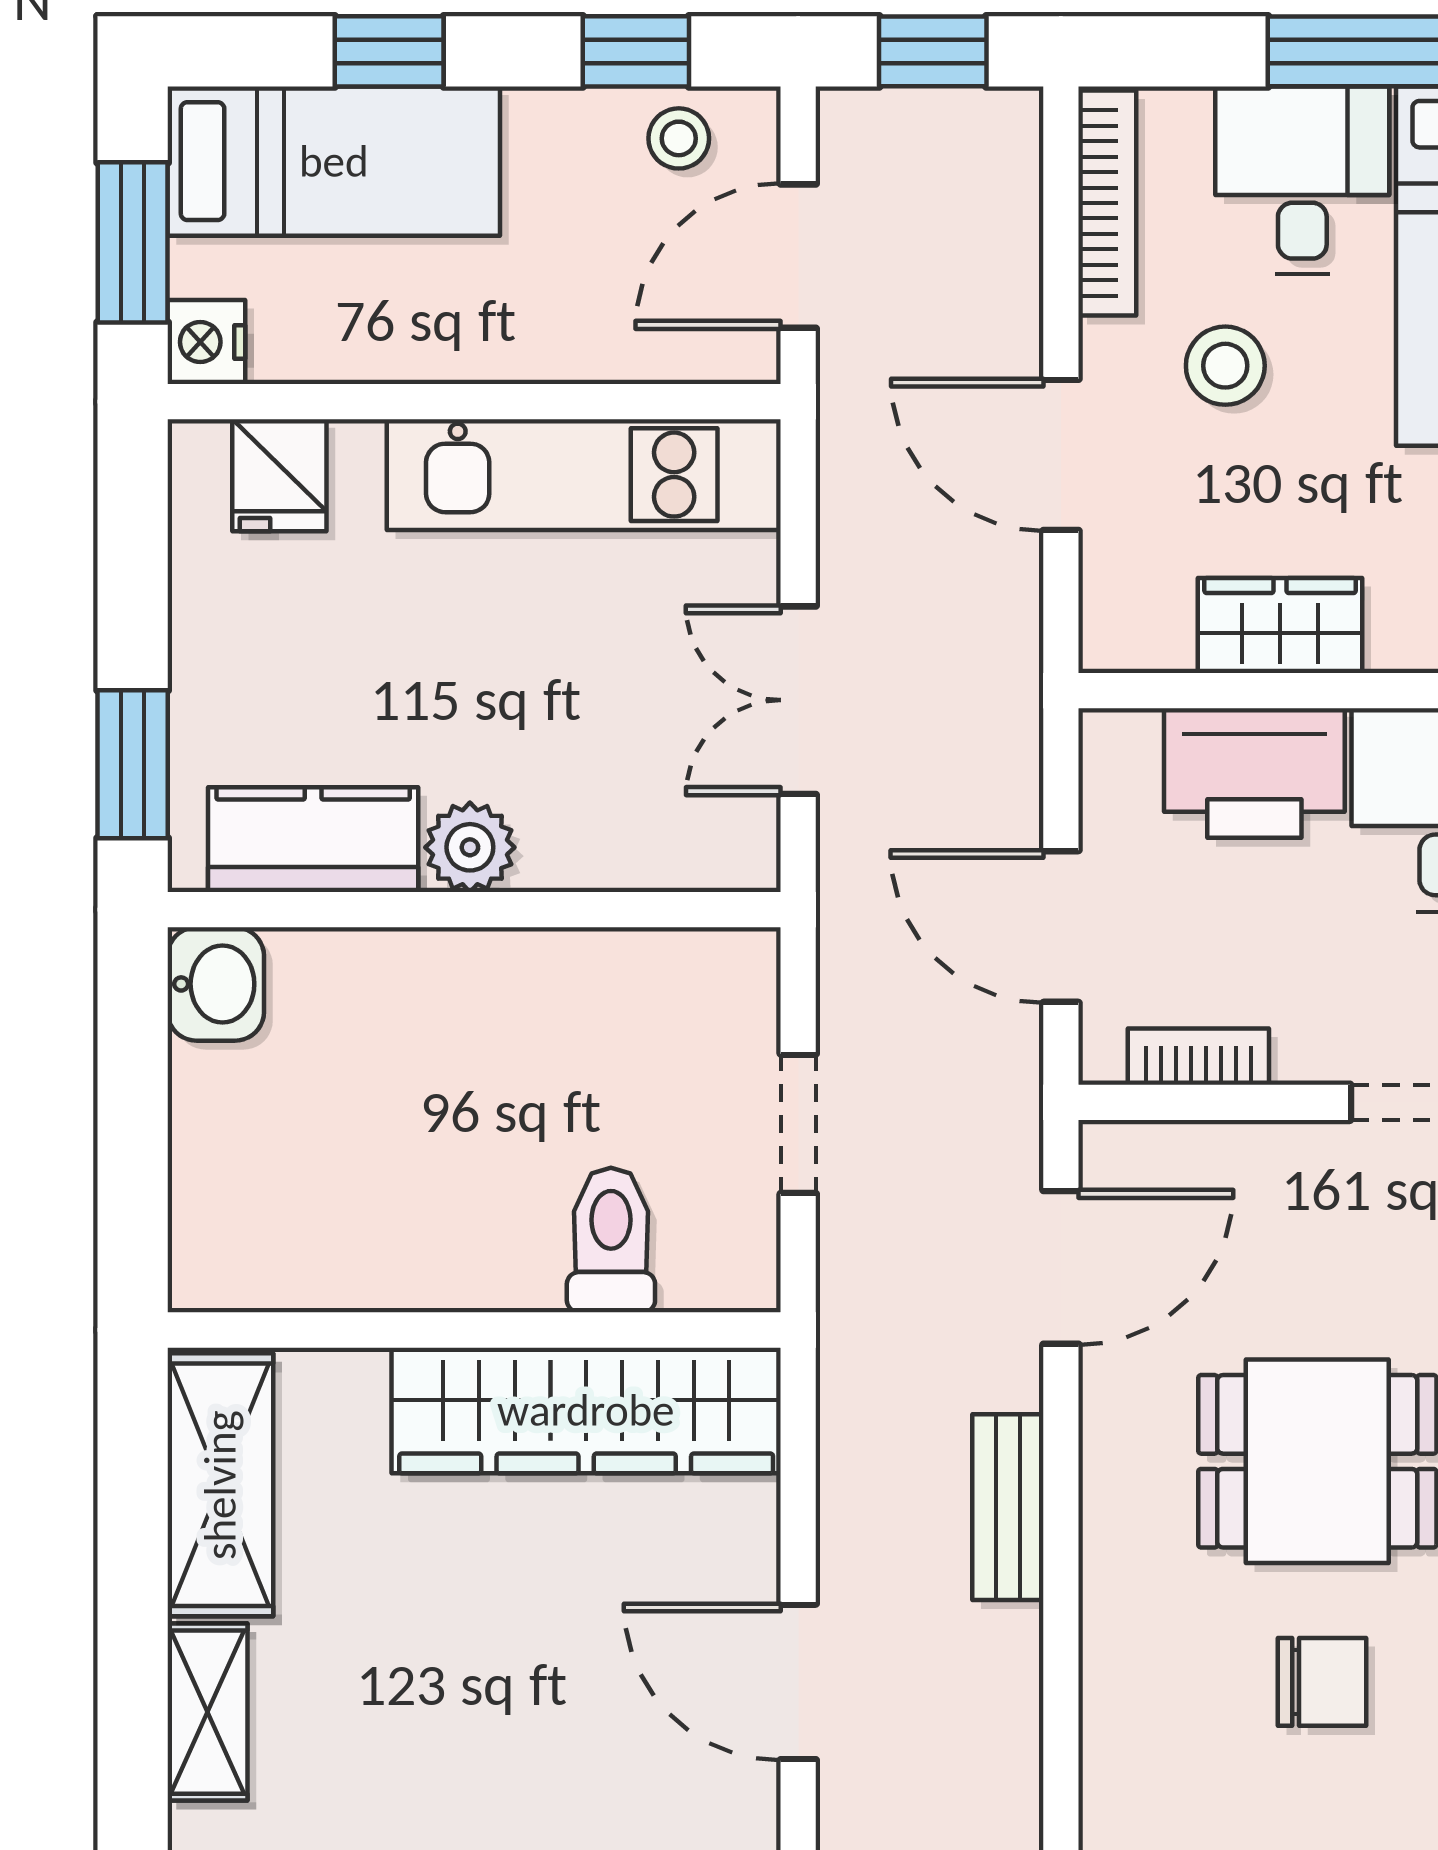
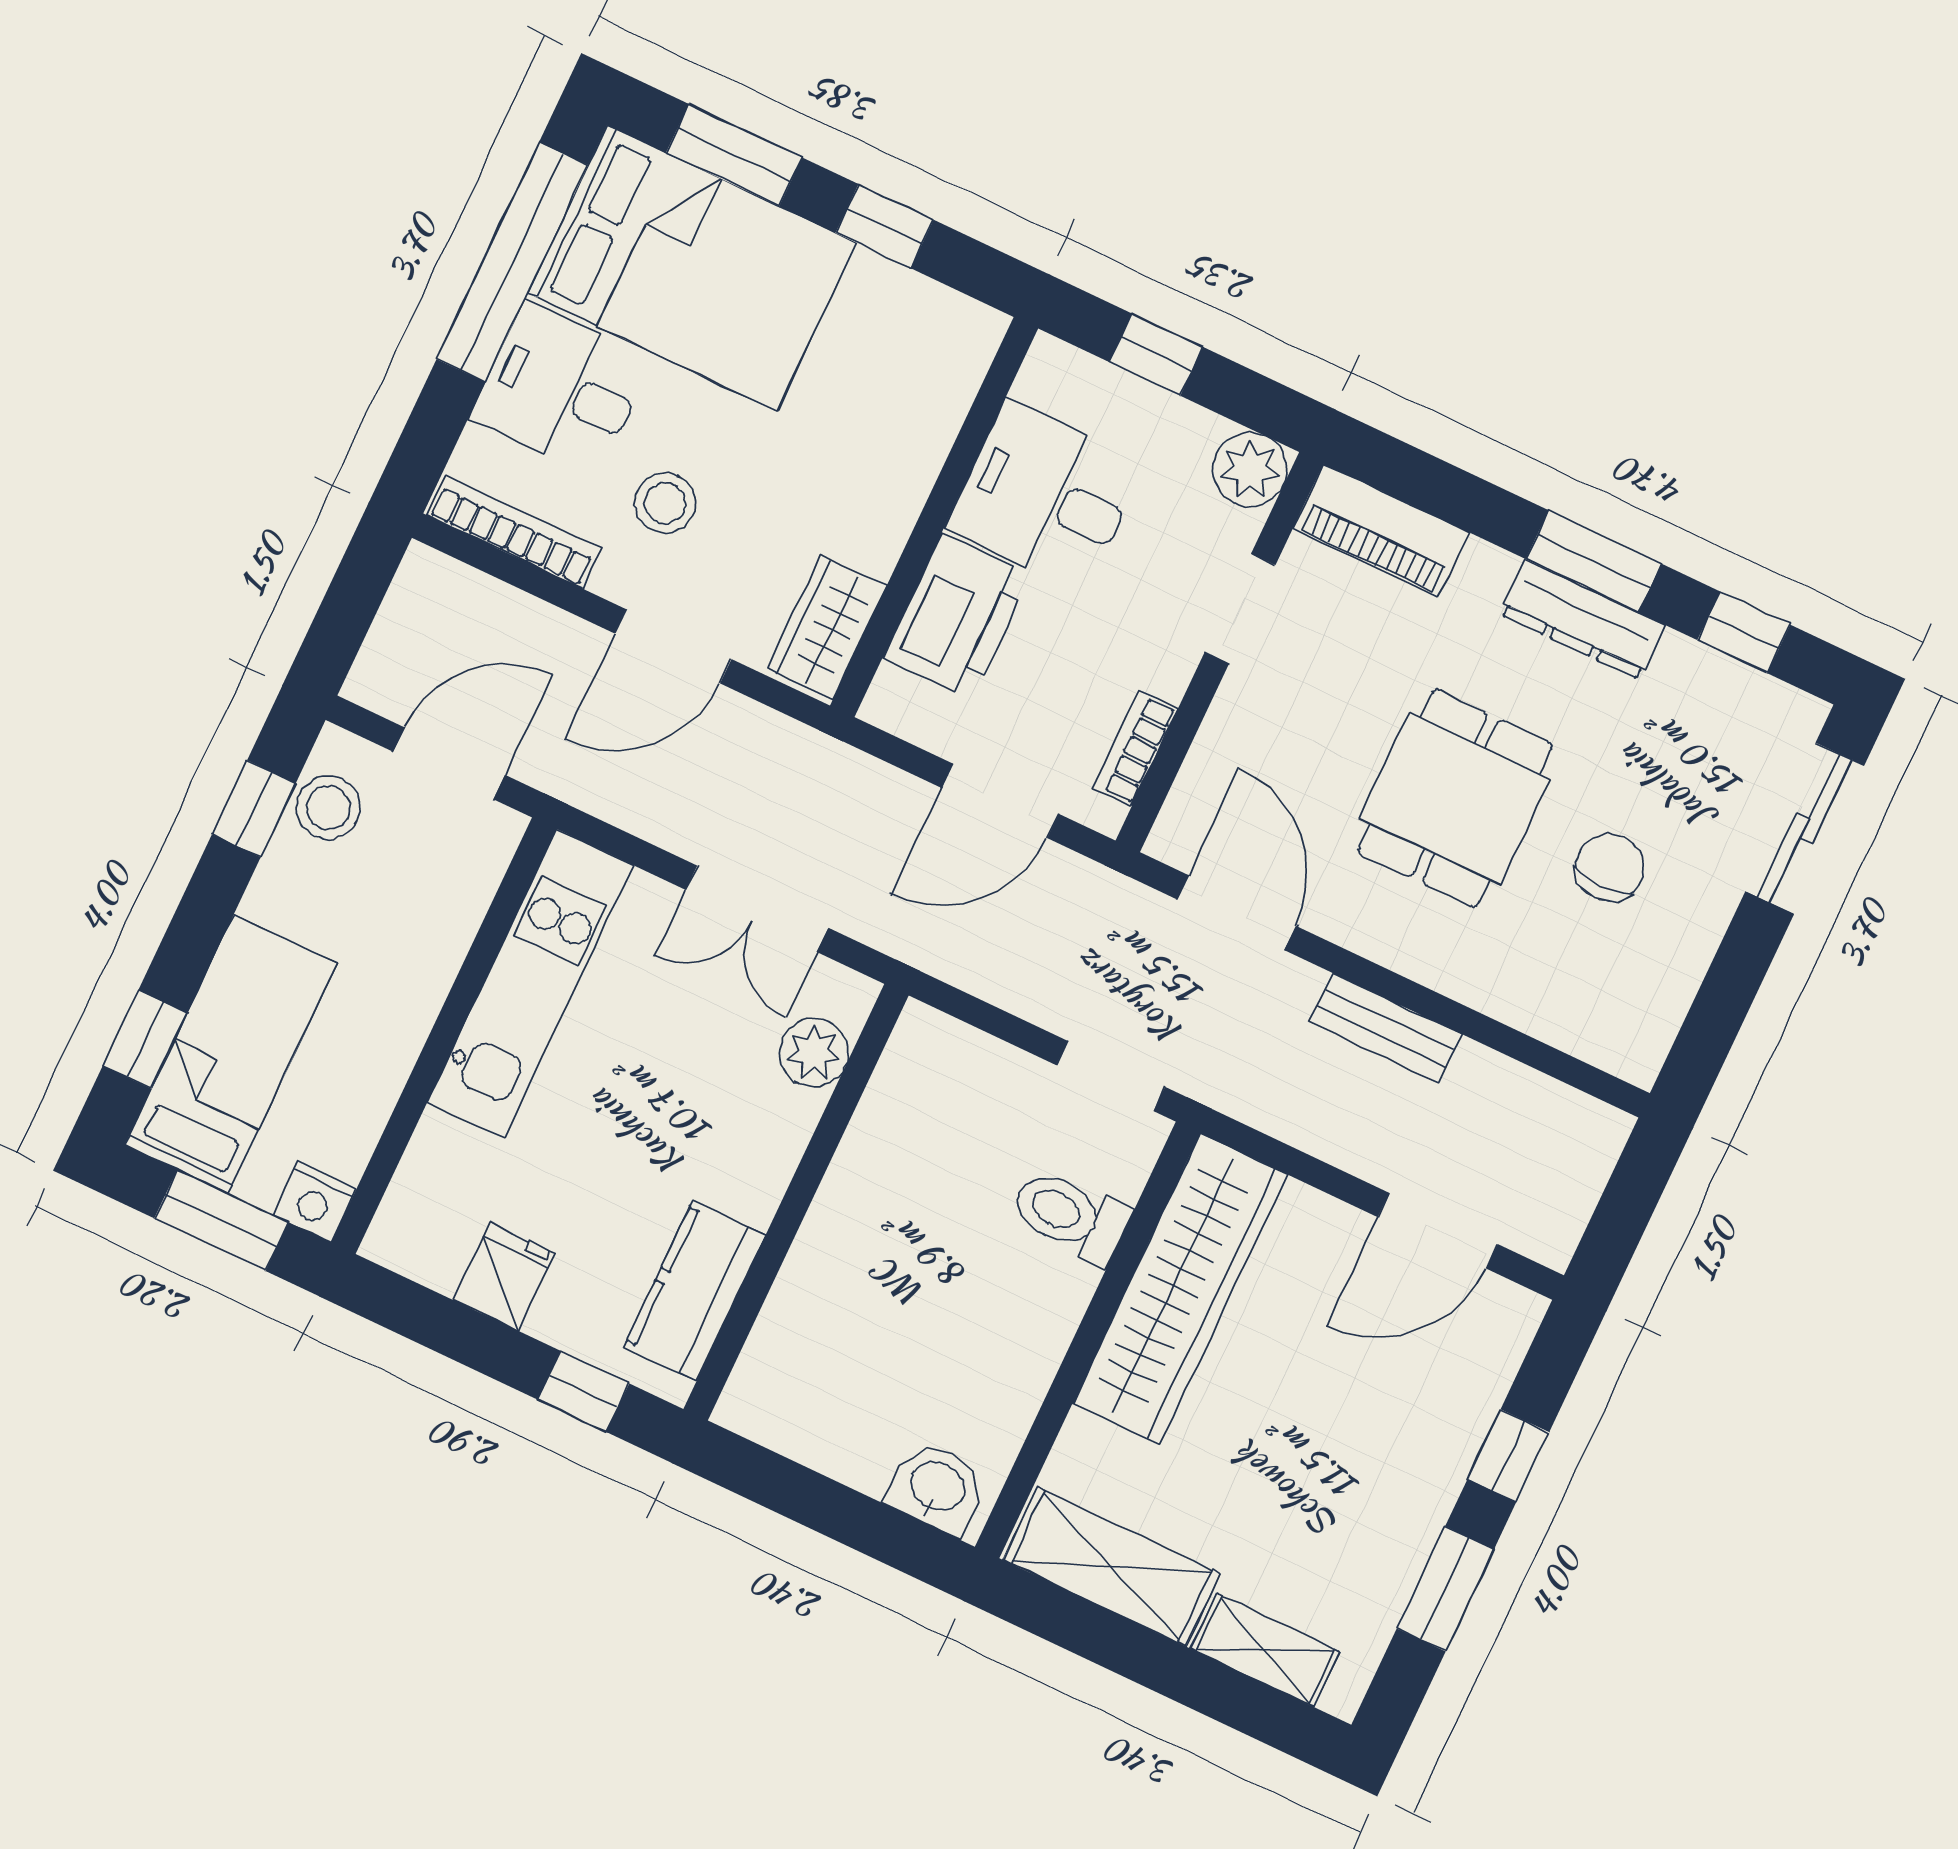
window: (389, 51) -> (145, 1039), moved
window: (933, 51) -> (351, 603), removed
stool: (679, 138) -> (328, 808), width x1.37, depth x1.37
door: (798, 256) -> (449, 763), swing flipped
fridge: (279, 475) -> (504, 1277), moved, turned -90
wardrobe: (1280, 626) -> (827, 628), moved
window: (133, 764) -> (583, 1391), width x0.67
plant: (470, 847) -> (814, 1053), moved
washbasin: (216, 984) -> (937, 1488), moved
doorway: (798, 1124) -> (1111, 1076), moved

